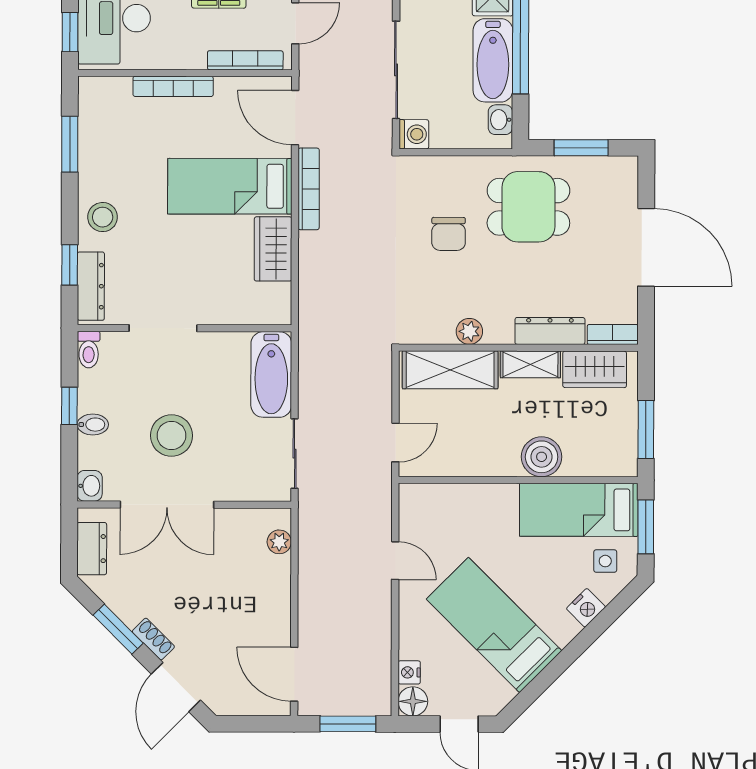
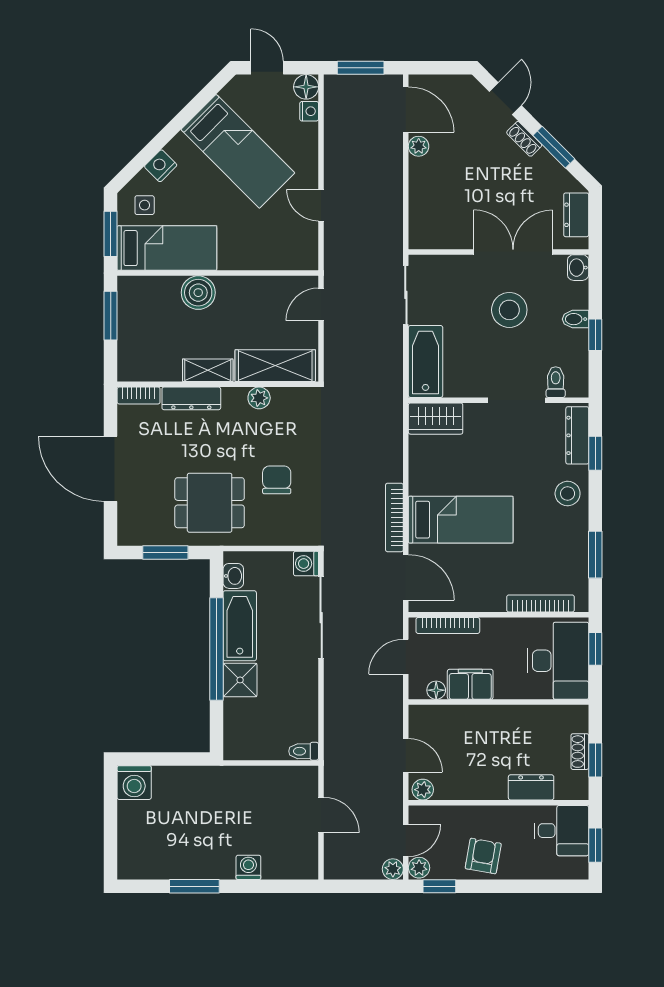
bookcase: (173, 86) -> (541, 603), moved
wardrobe: (273, 249) -> (436, 419), moved, turned 90
toilet: (89, 350) -> (556, 382), moved
wardrobe: (595, 369) -> (154, 366), removed
plant: (279, 542) -> (419, 146), moved
door: (176, 687) -> (505, 99), width x0.73

